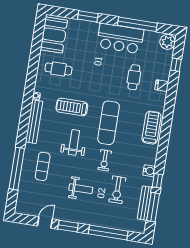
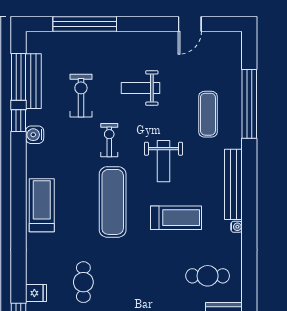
fridge: (162, 86) -> (36, 293), moved
treadmill: (152, 128) -> (42, 205), turned 180
window: (68, 226) -> (151, 24), removed

